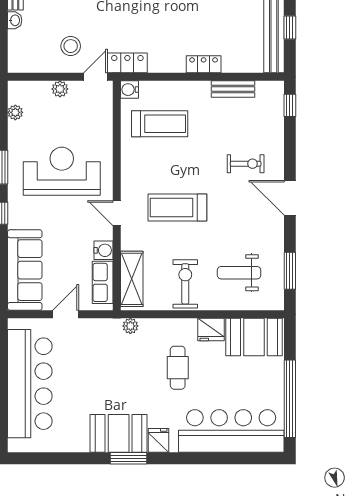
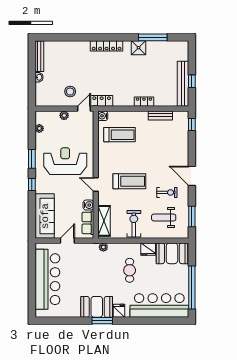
exercise bike: (246, 164) -> (167, 192), moved
treadmill: (177, 208) -> (129, 181), turned 180

